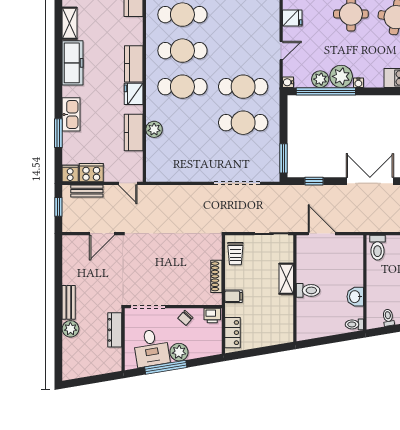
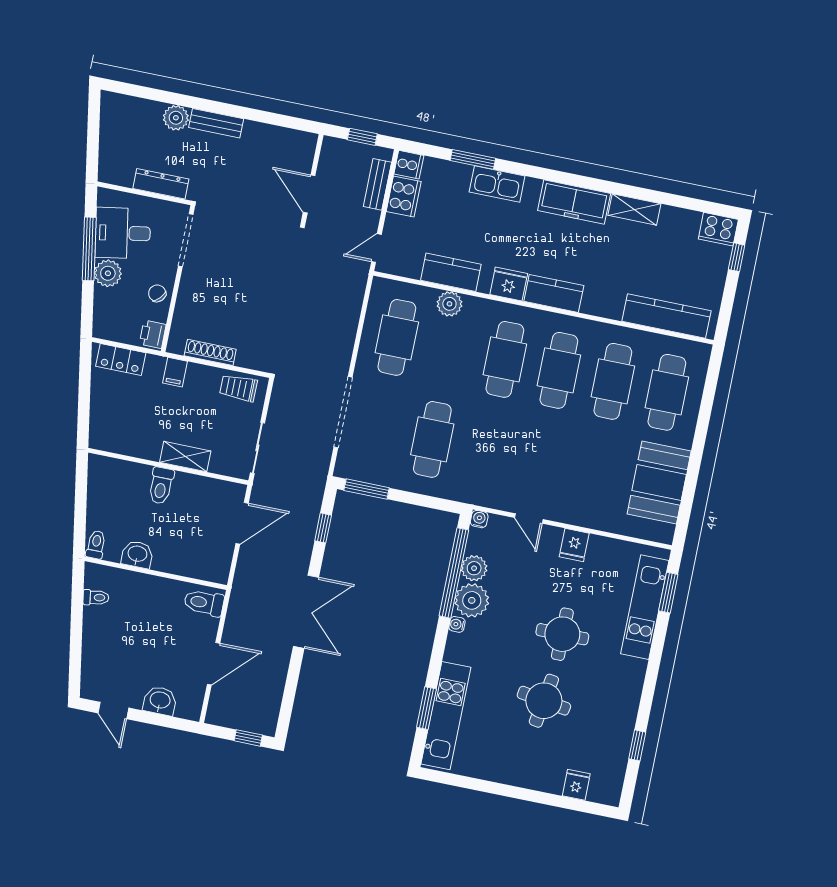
cafe table: (243, 87) -> (397, 337), moved

